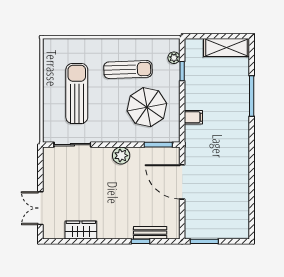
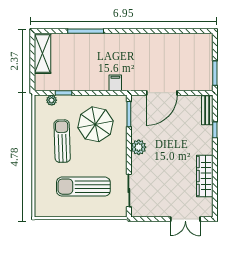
filing cabinet: (193, 117) -> (115, 83), moved
wardrobe: (81, 230) -> (205, 176), width x1.50
bench: (150, 233) -> (207, 110), moved

